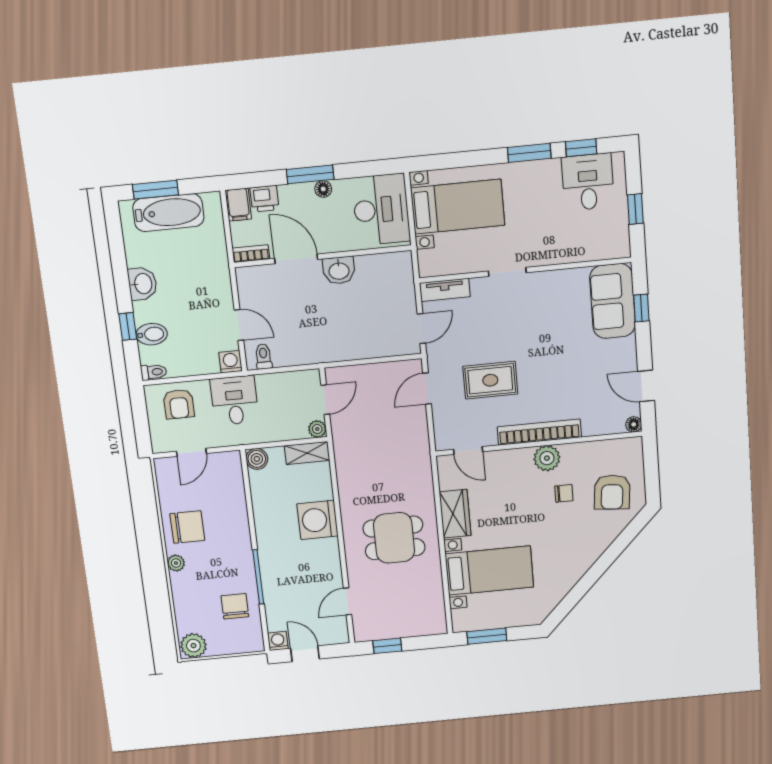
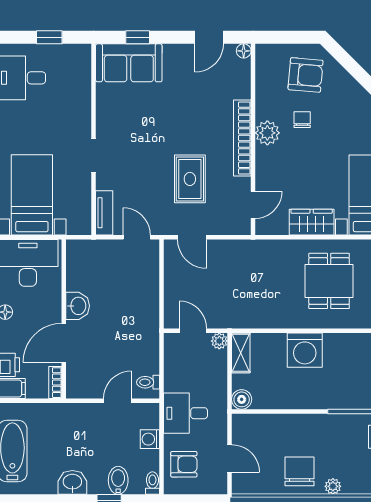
washing machine: (230, 362) -> (150, 439), moved

